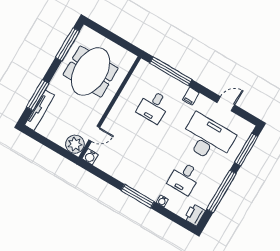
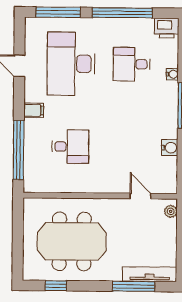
window: (68, 44) -> (56, 286), width x0.46
plant: (75, 144) -> (171, 211), width x0.53, depth x0.53
water cooler: (90, 157) -> (170, 148), moved
desk: (184, 178) -> (132, 64), turned 180

